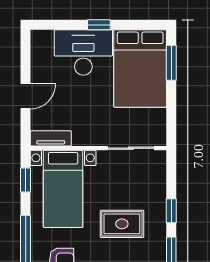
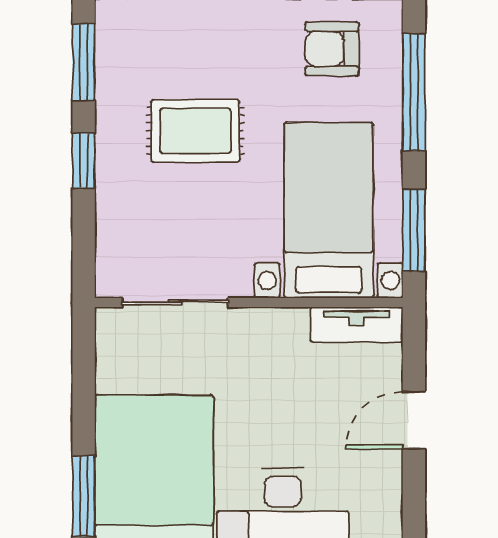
window: (26, 180) -> (414, 230), width x1.50

